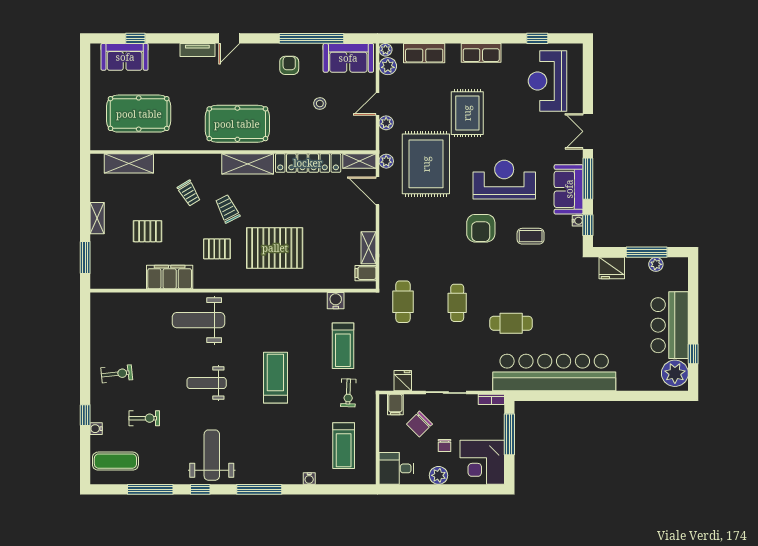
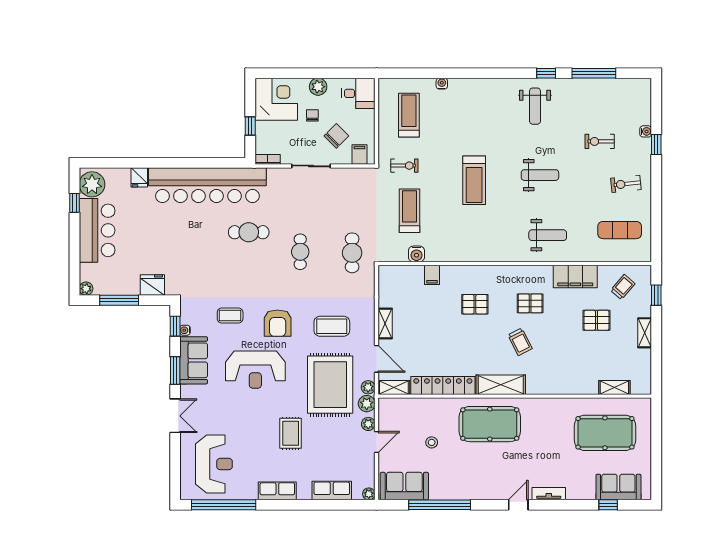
window: (537, 38) -> (224, 505), width x3.17
armchair: (289, 65) -> (461, 479), removed
plant: (388, 66) -> (367, 404), moved
rug: (467, 113) -> (291, 433), width x0.73, depth x0.70
pool table: (237, 124) -> (490, 424), moved
shelving: (129, 163) -> (614, 387), width x0.67, depth x0.75
window: (588, 179) -> (175, 370), width x0.69
trolley: (189, 193) -> (623, 287), moved, turned 72
coffee table: (424, 225) -> (332, 326), added
armchair: (481, 228) -> (278, 323), turned 180
pallet: (275, 248) -> (475, 304), width x0.49, depth x0.50
shelving: (368, 248) -> (385, 324), moved
window: (85, 258) -> (656, 295), width x0.67
plant: (656, 264) -> (86, 289), moved
filing cabinet: (365, 273) -> (432, 275), moved, turned 90
weight bench: (199, 320) -> (548, 235), width x0.73, depth x0.75
fridge: (403, 381) -> (139, 177), moved
exercise bike: (348, 393) -> (404, 166), turned 88
window: (509, 434) -> (250, 126), width x0.46
weight bench: (212, 455) -> (535, 106), width x0.73, depth x0.75
exercise mat: (115, 461) -> (620, 230), moved
window: (259, 489) -> (490, 73), removed

